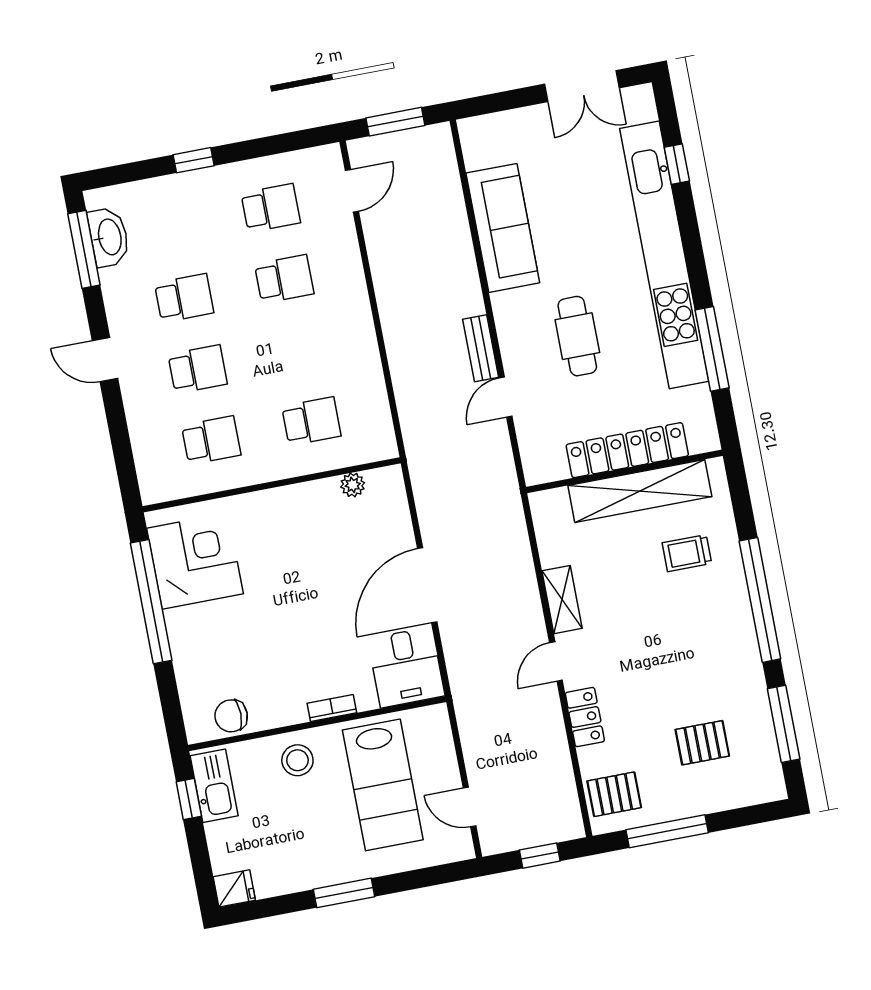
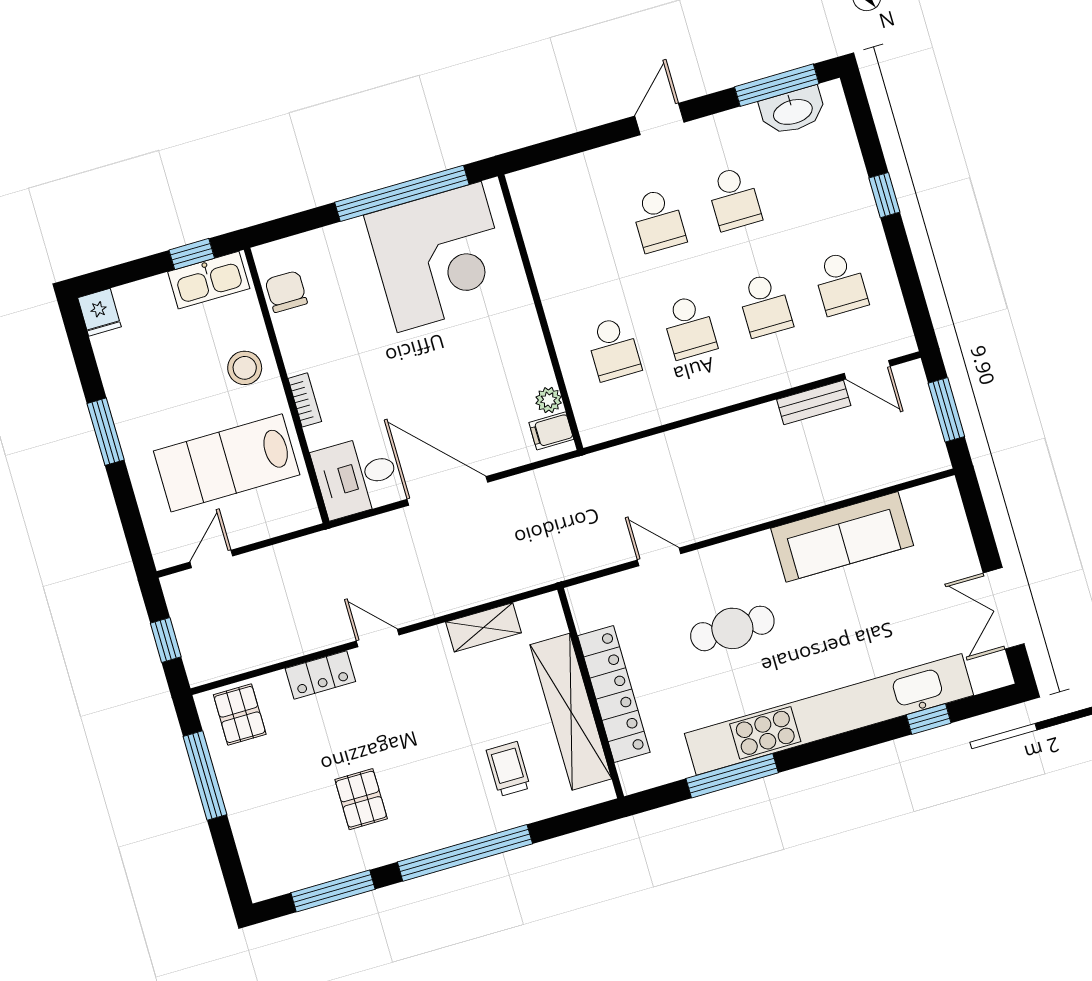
bench: (481, 348) -> (814, 403), moved
school desk: (211, 440) -> (689, 327), moved
filing cabinet: (381, 485) -> (551, 431), added
corner desk: (195, 561) -> (439, 257), width x1.36, depth x1.36
shelving: (562, 600) -> (483, 627), moved
pallet: (702, 743) -> (361, 799), moved

